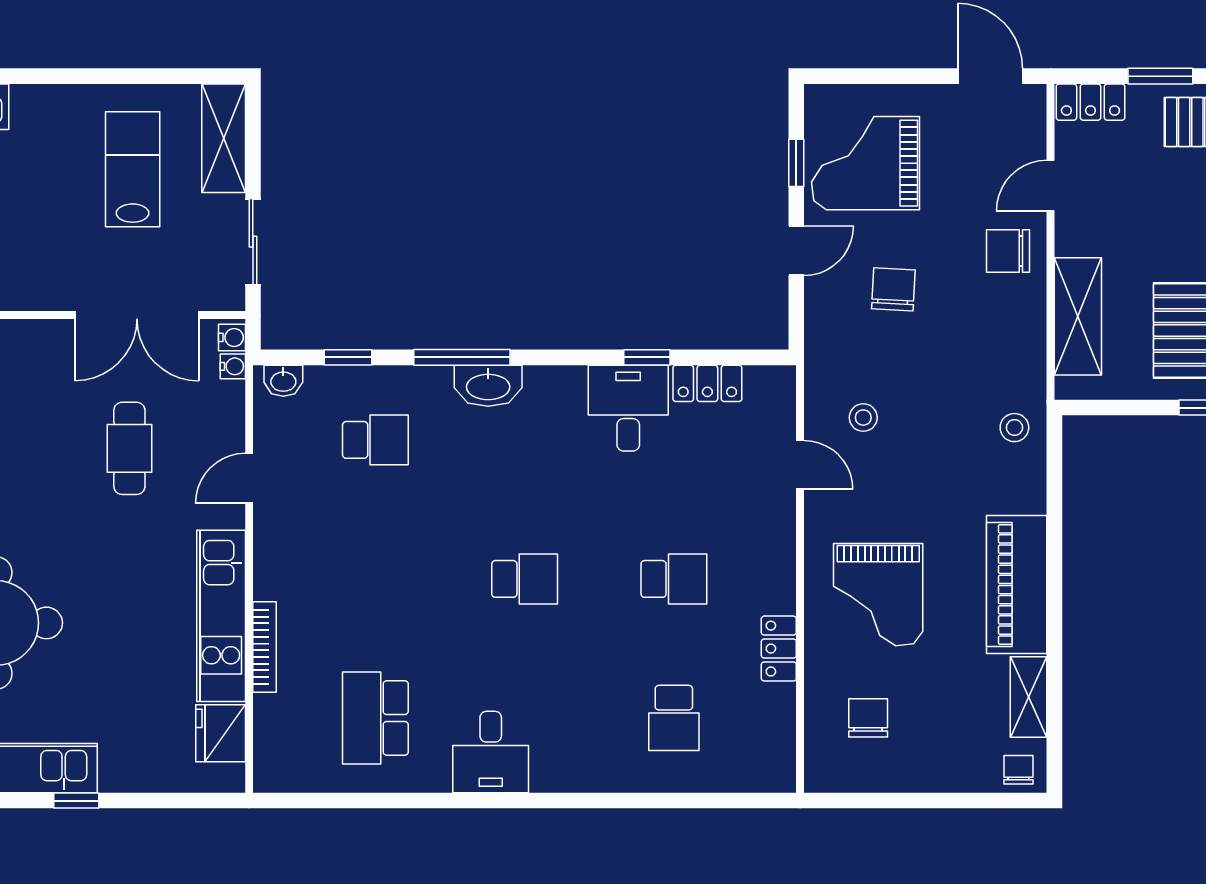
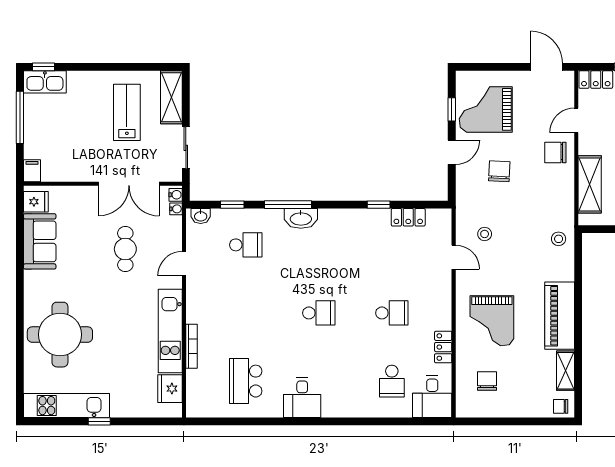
desk: (628, 408) -> (432, 397), moved, turned 180
chair: (1019, 770) -> (561, 406), turned -90

